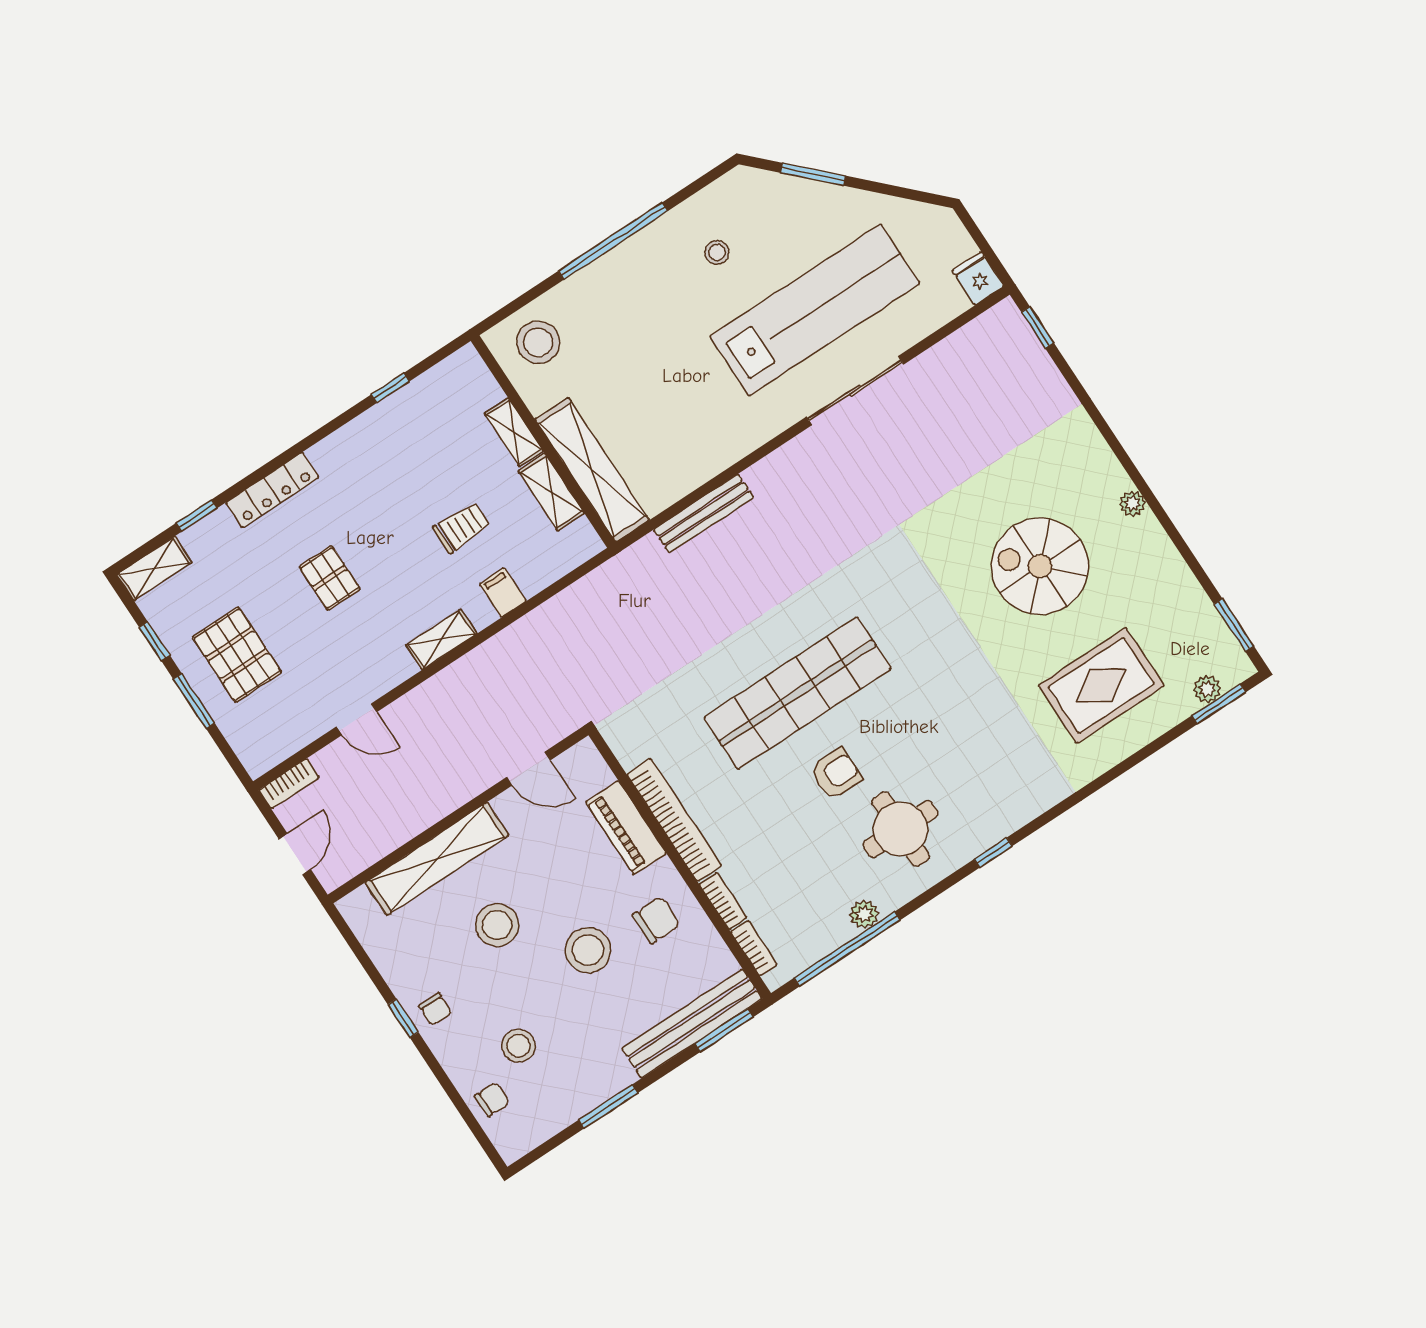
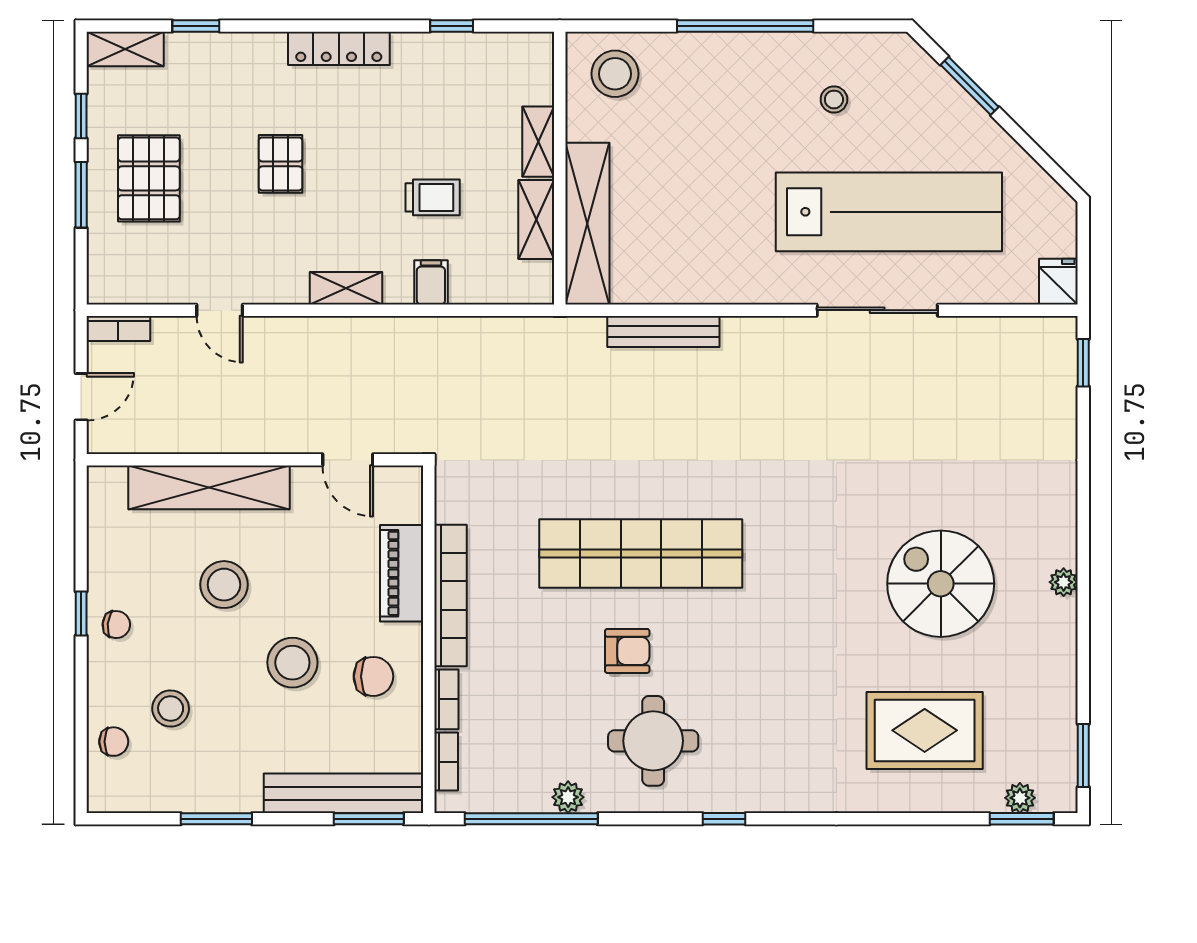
locker: (272, 490) -> (339, 48), moved
chair: (435, 1009) -> (116, 625), turned -84

